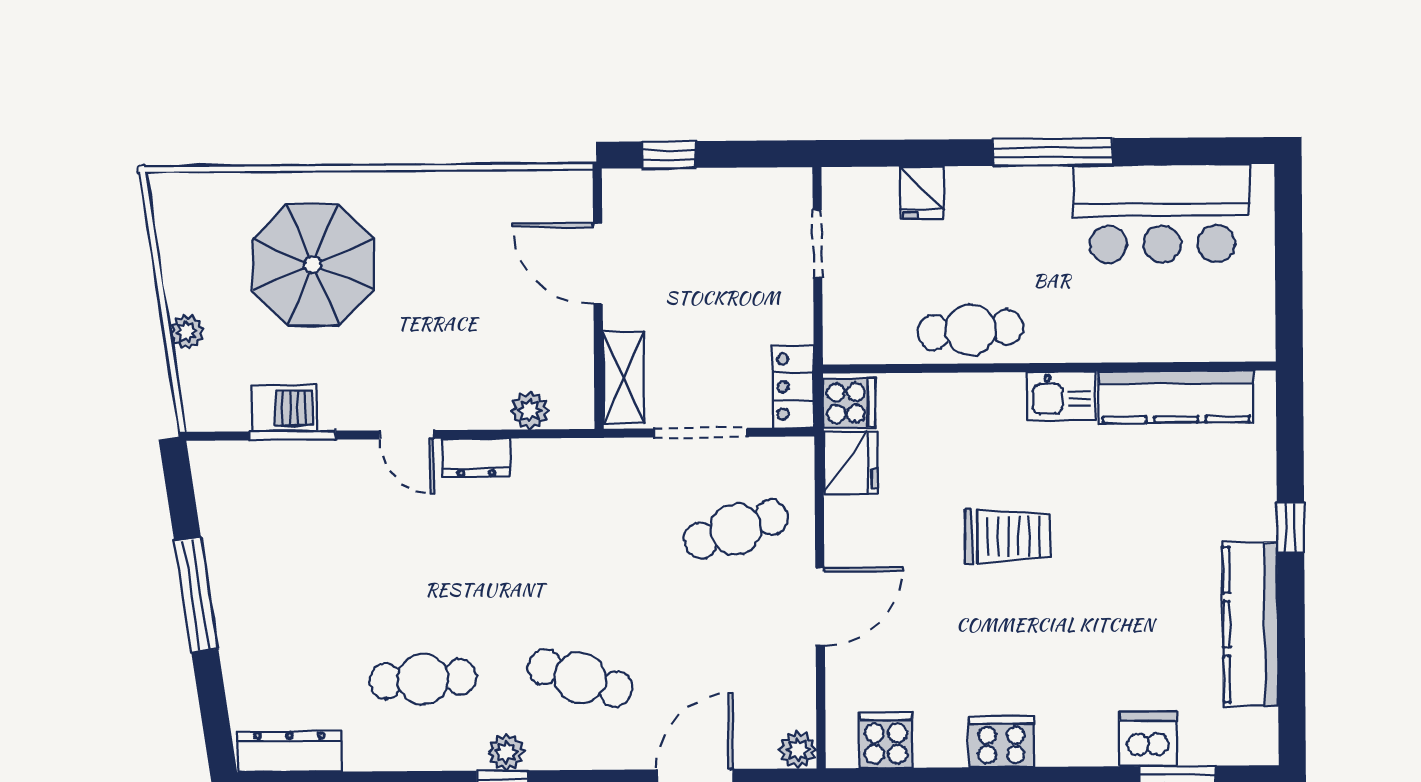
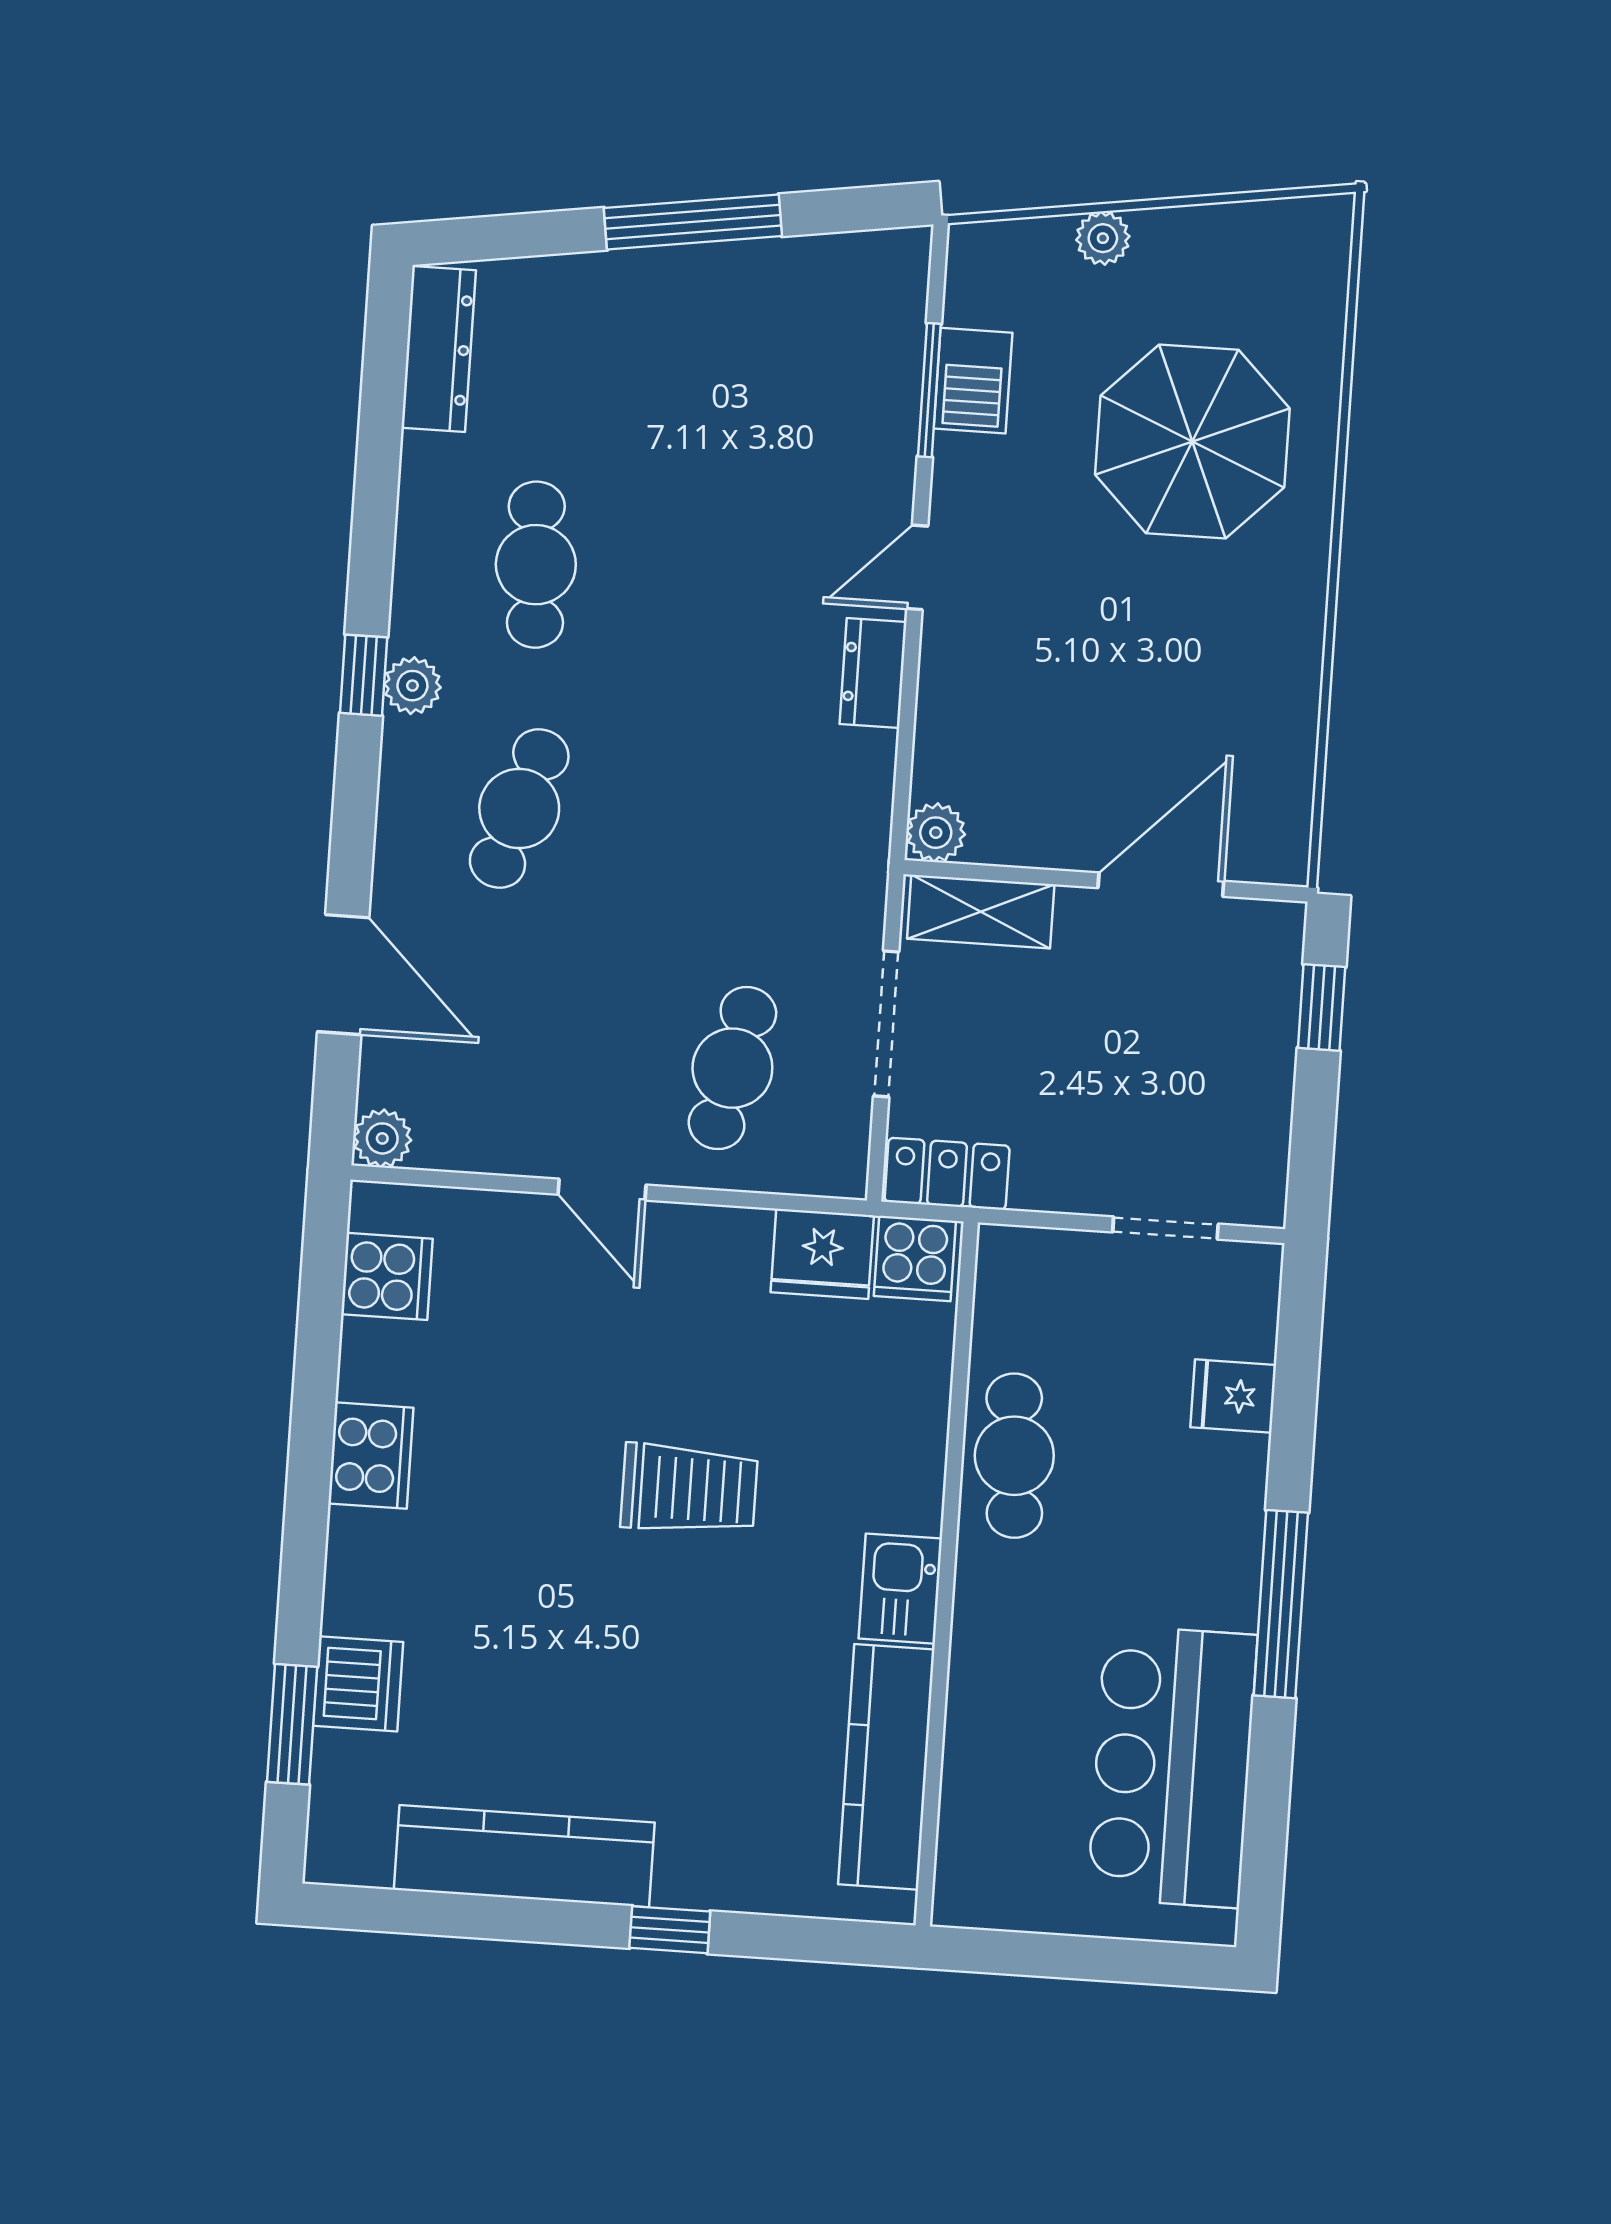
plant: (530, 410) -> (936, 833), moved
cafe table: (736, 529) -> (732, 1068), turned 30
trolley: (1007, 536) -> (689, 1489), turned -90
door: (820, 607) -> (602, 1190), width x0.73

